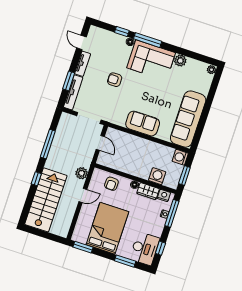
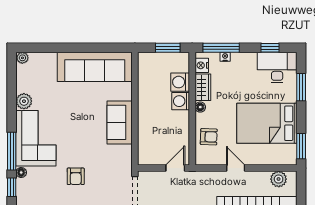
door: (100, 143) -> (175, 168), moved
washing machine: (180, 157) -> (181, 101), moved, turned 90
plant: (82, 173) -> (279, 179), moved

